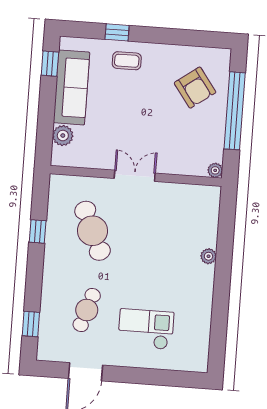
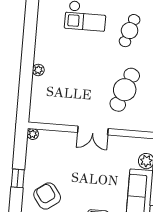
window: (235, 111) -> (18, 178), width x0.32
cafe table: (93, 231) -> (125, 90), turned 45

